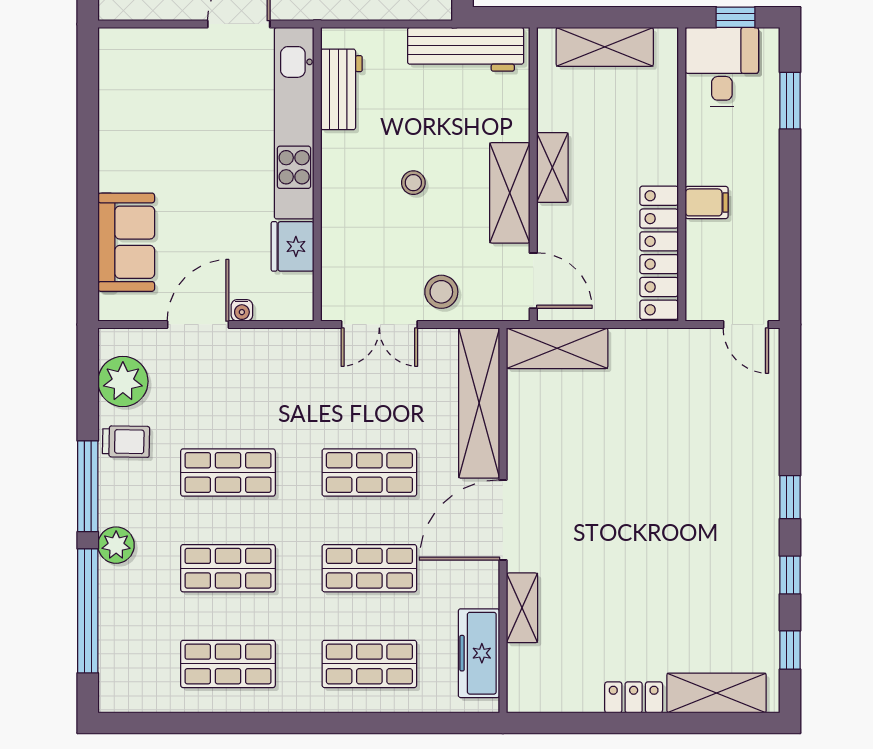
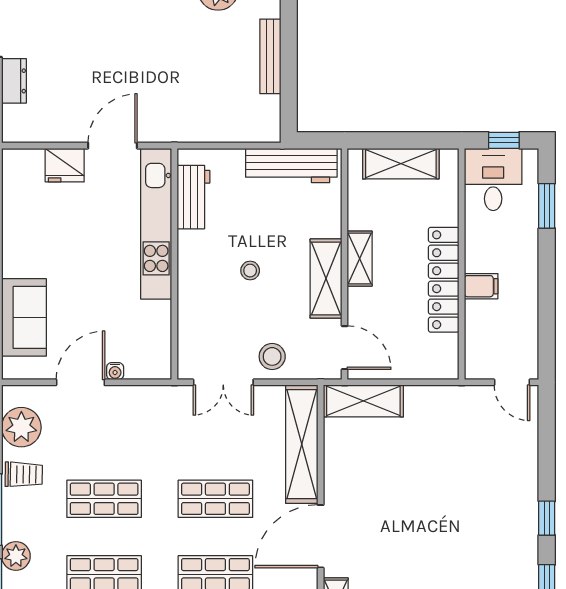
fridge: (293, 246) -> (65, 165), moved, turned -90
locker: (659, 253) -> (444, 280), moved

